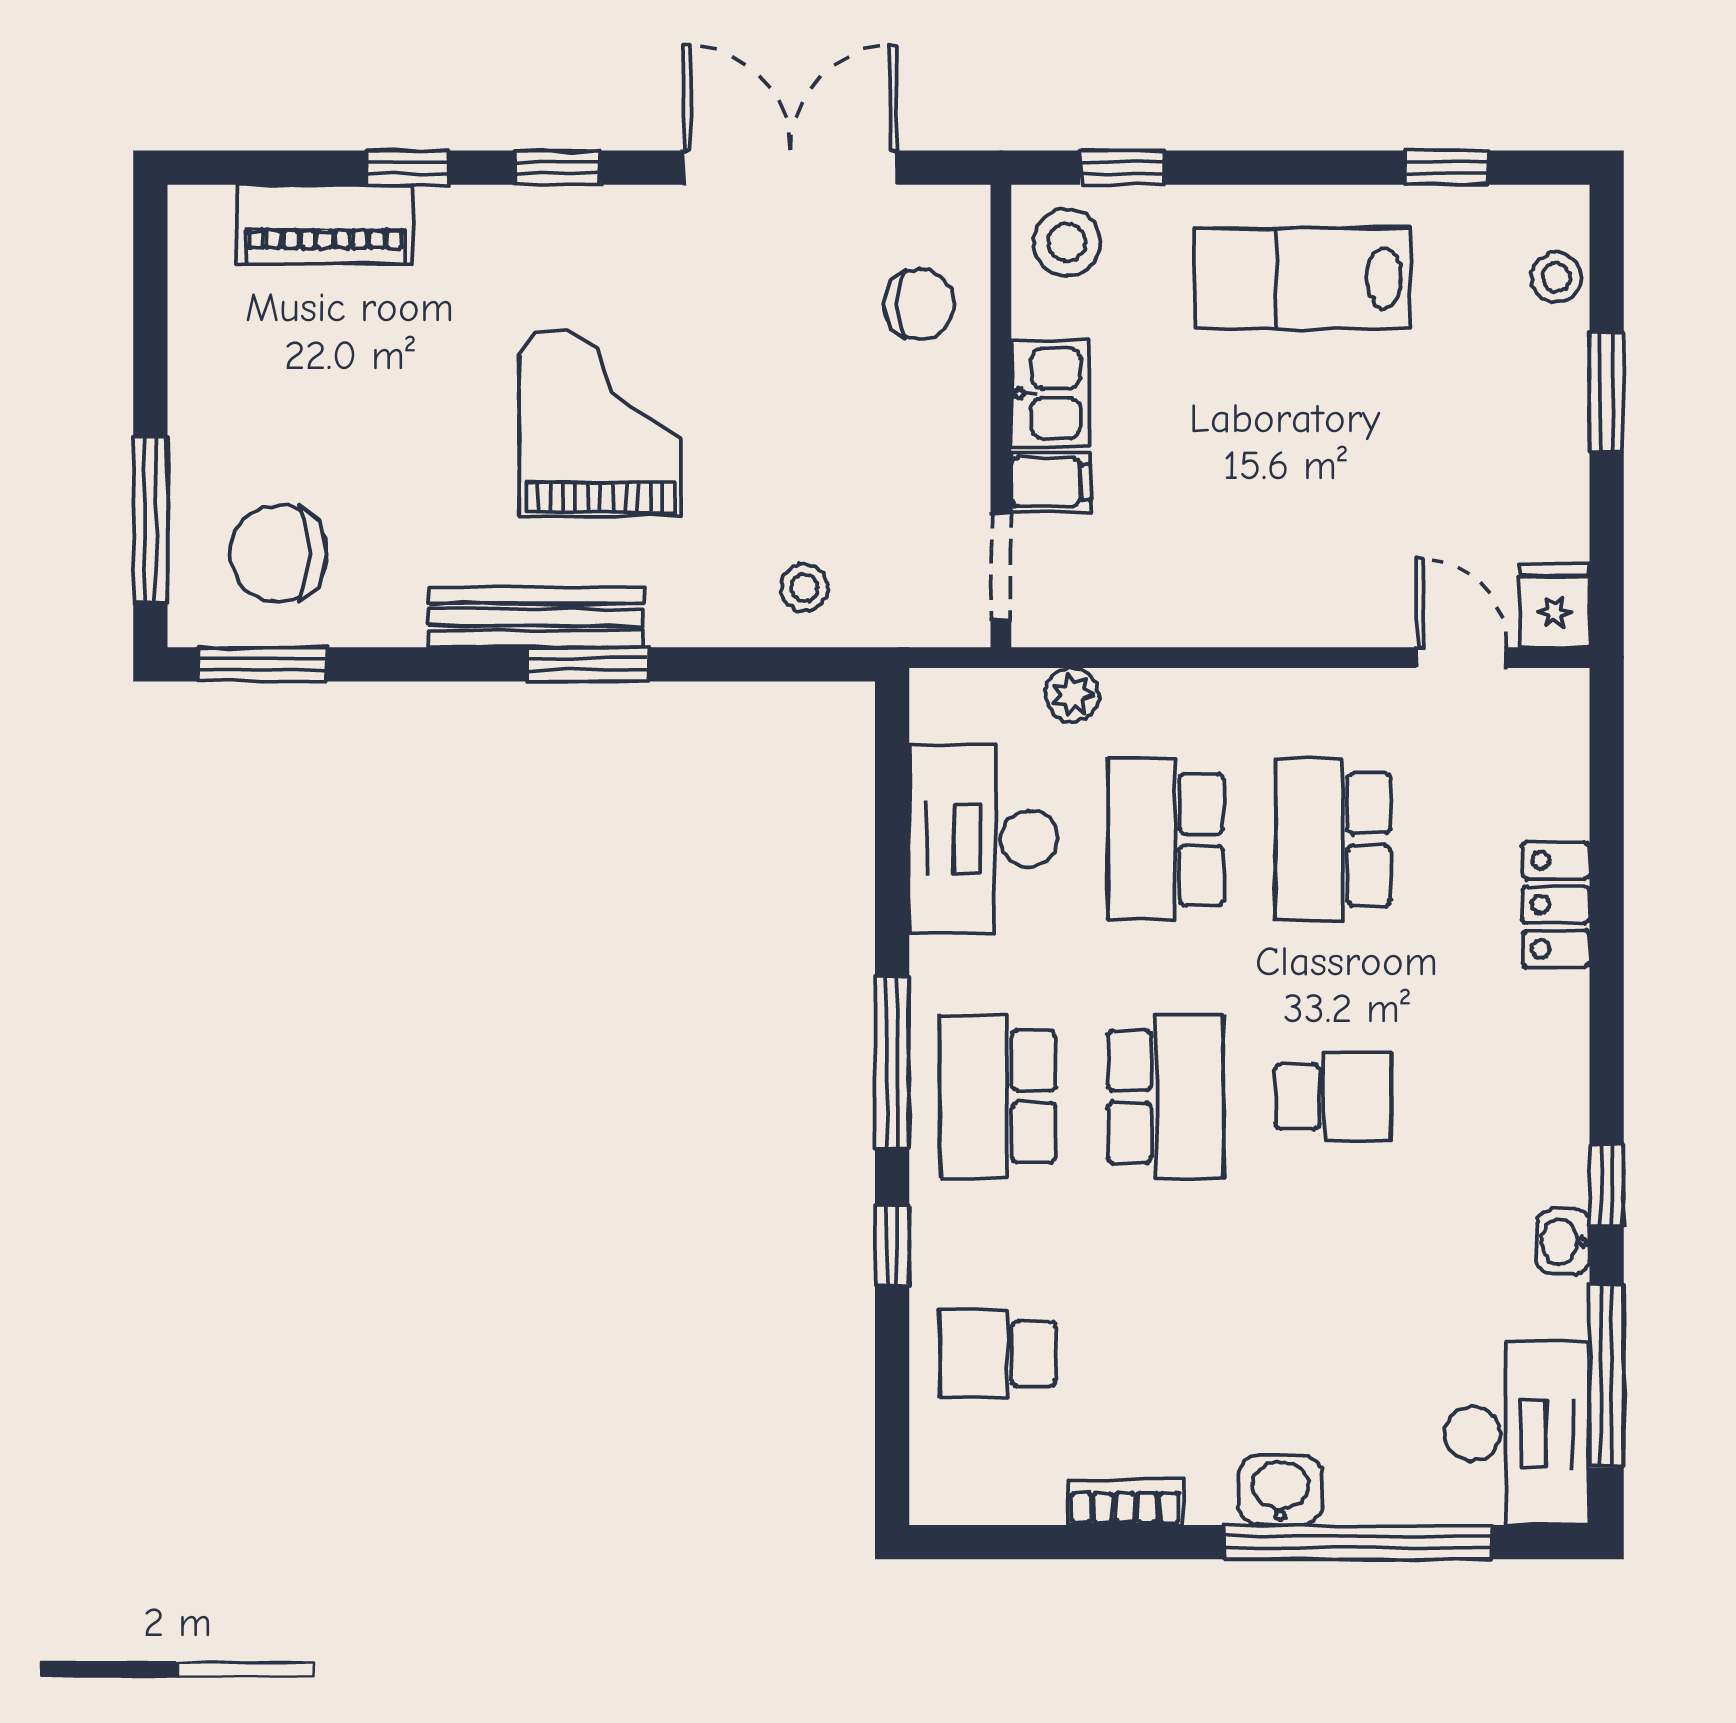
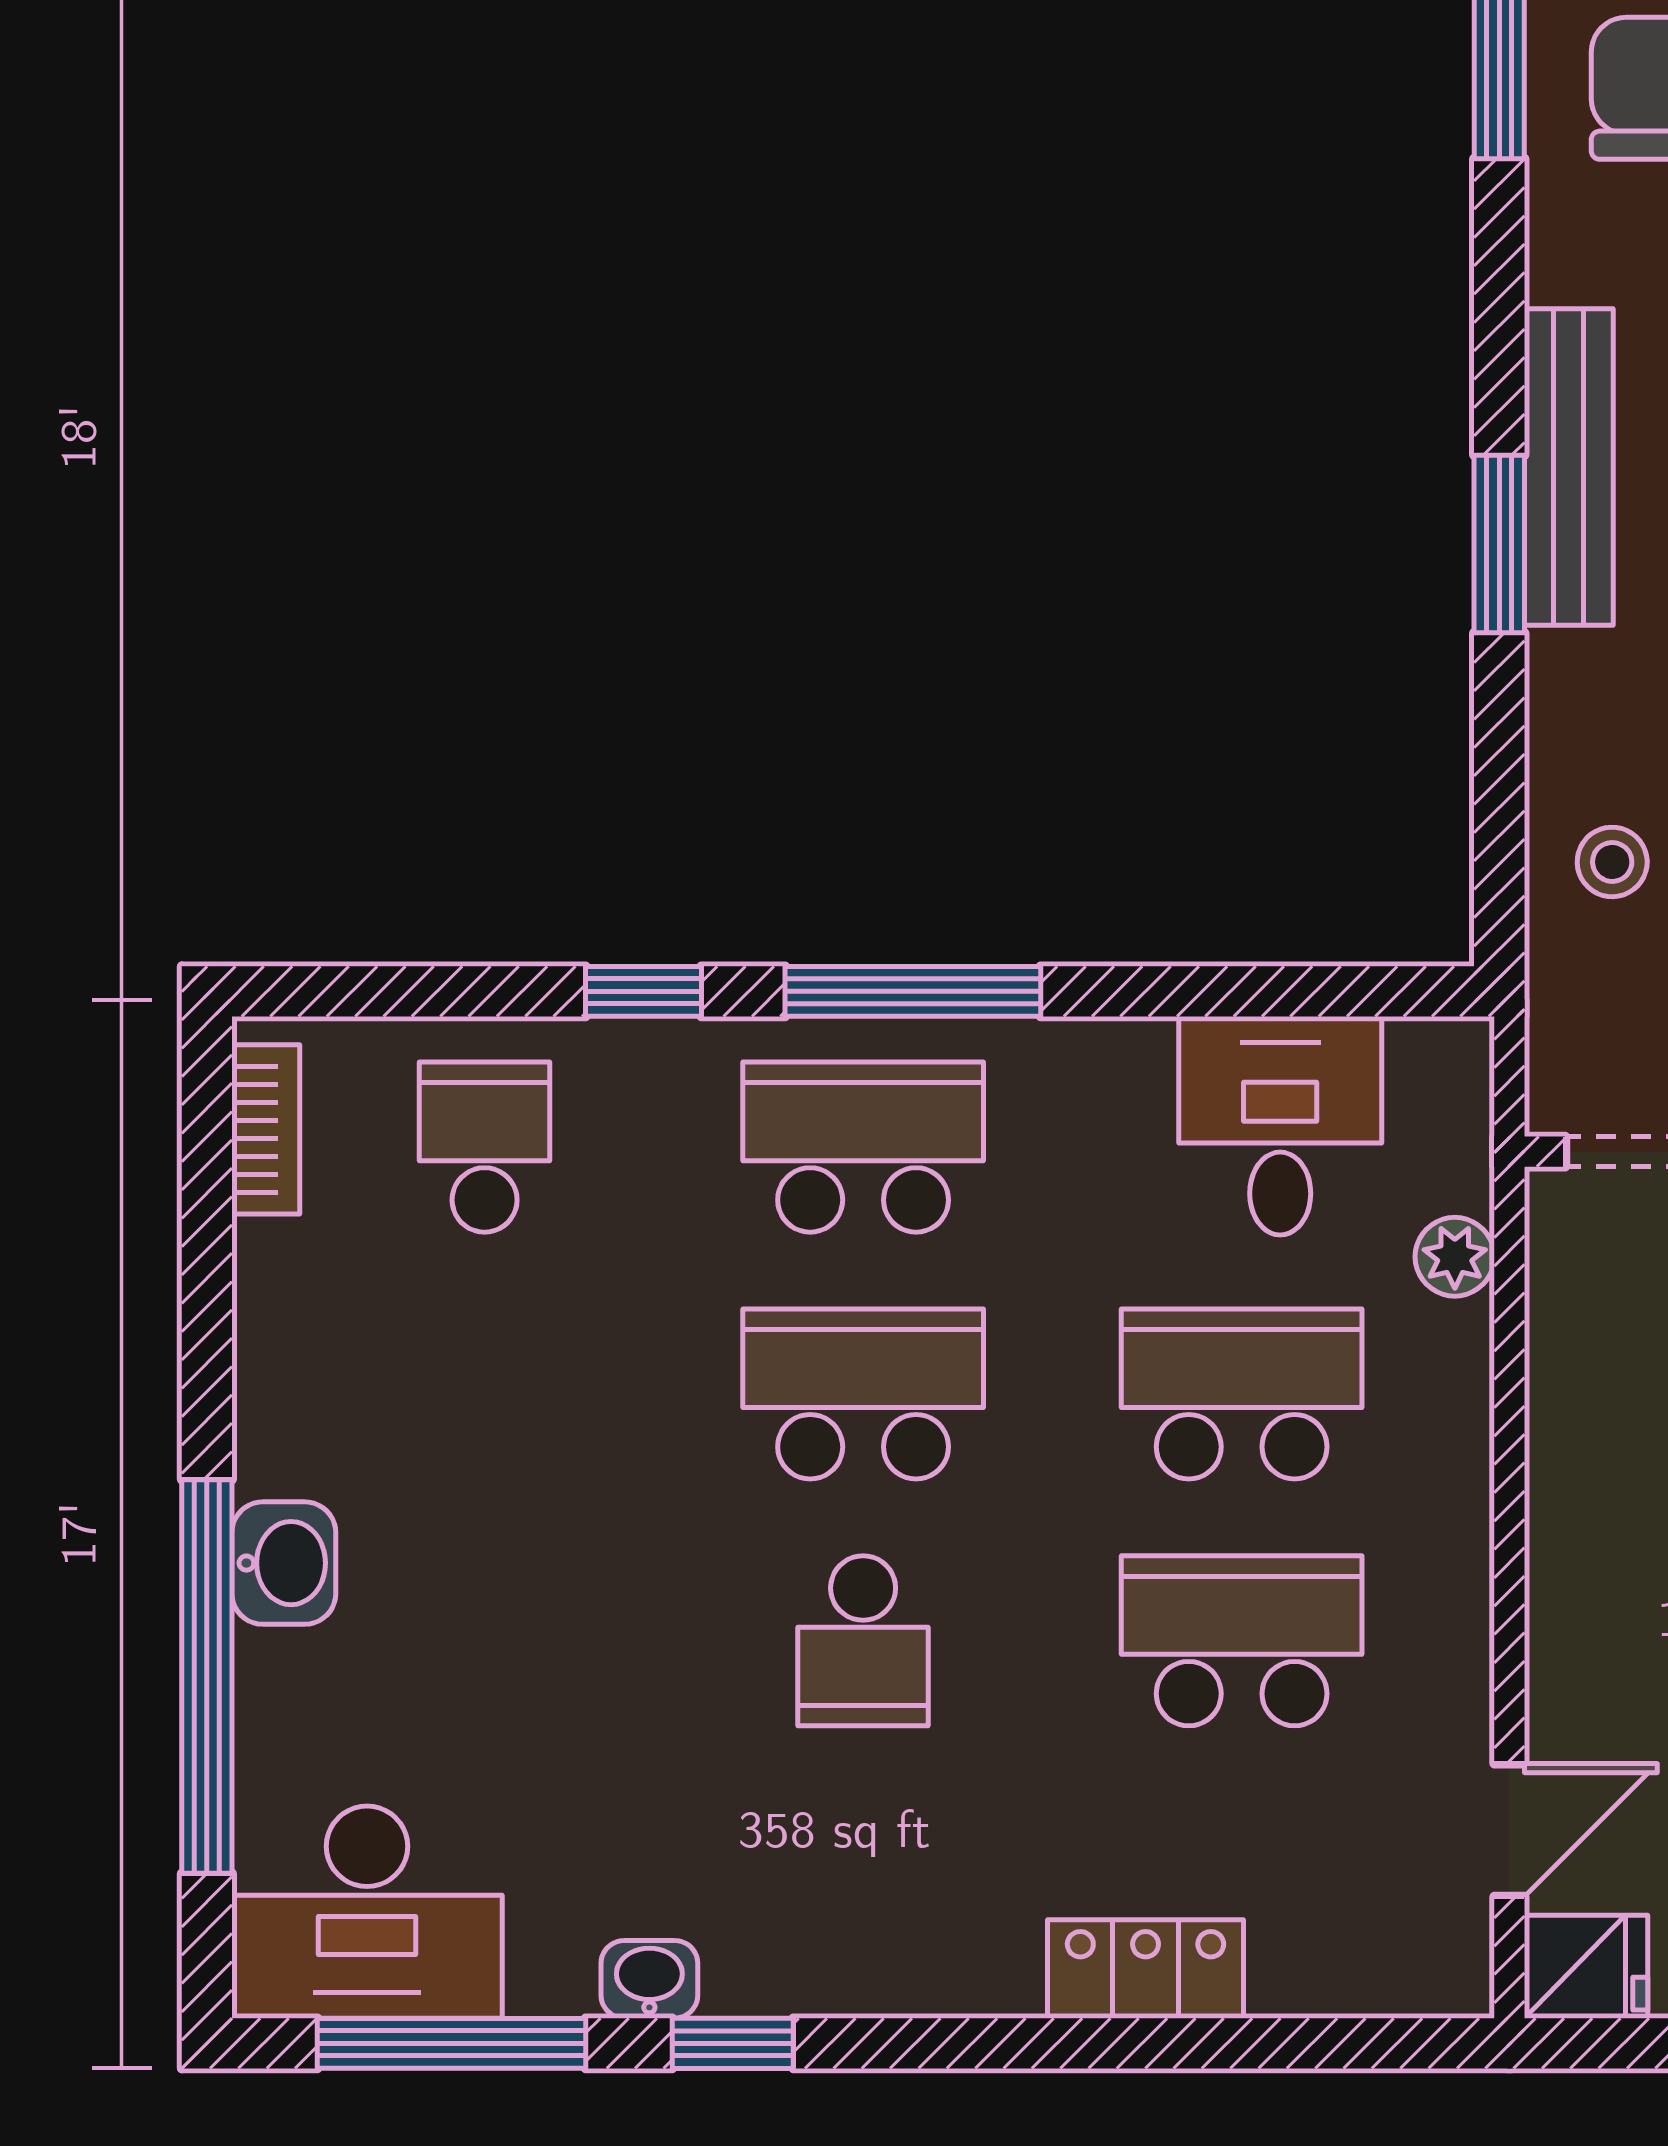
desk: (983, 839) -> (1280, 1126), width x0.73
school desk: (1165, 1097) -> (863, 1394), turned 180
bookcase: (1125, 1502) -> (266, 1129), moved

